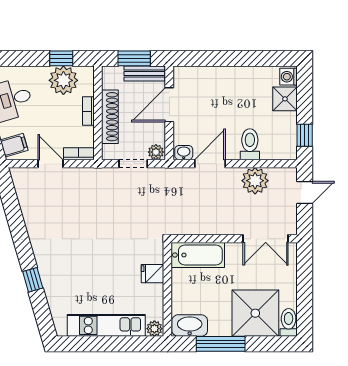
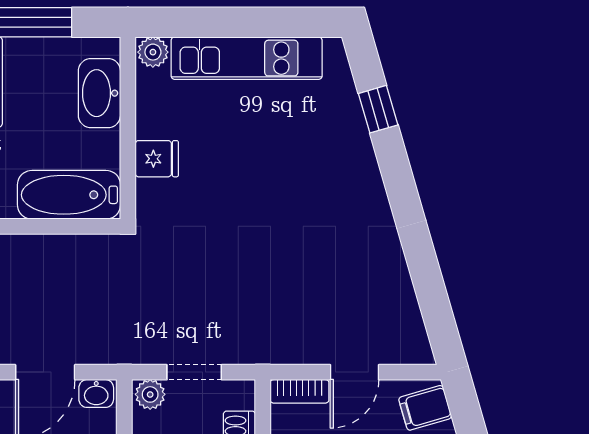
door: (51, 164) -> (355, 372), hinge flipped
window: (33, 280) -> (378, 109), moved
washbasin: (190, 326) -> (99, 93), moved, turned 90

